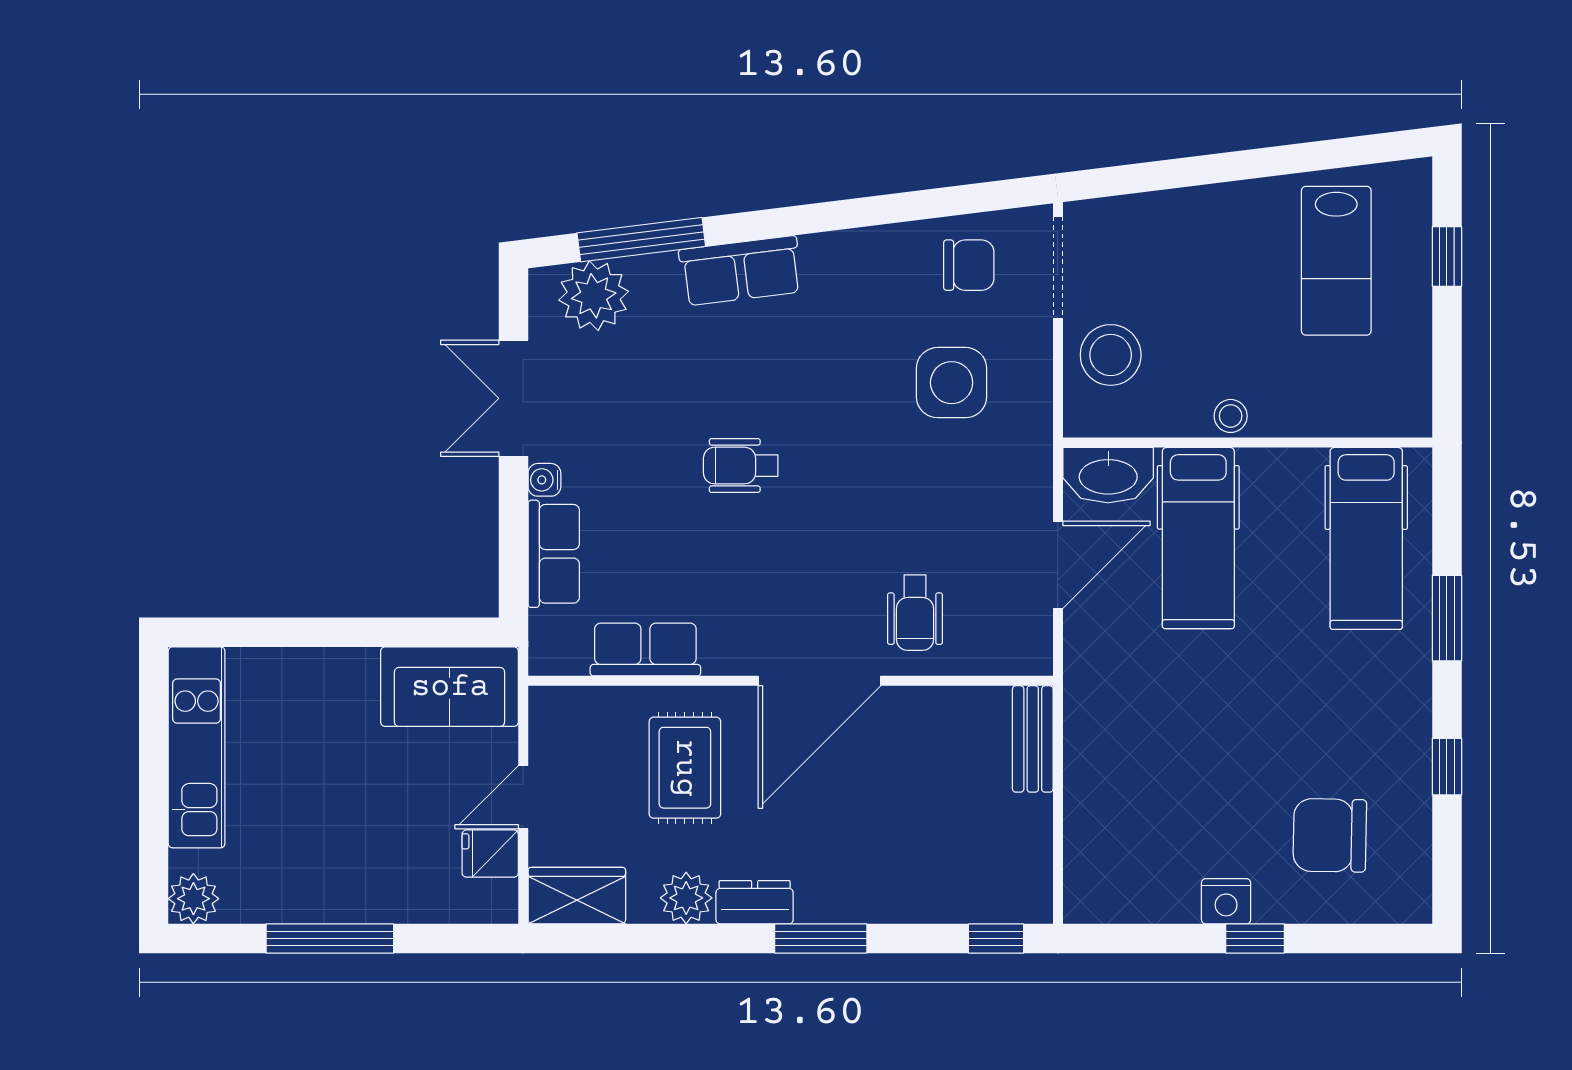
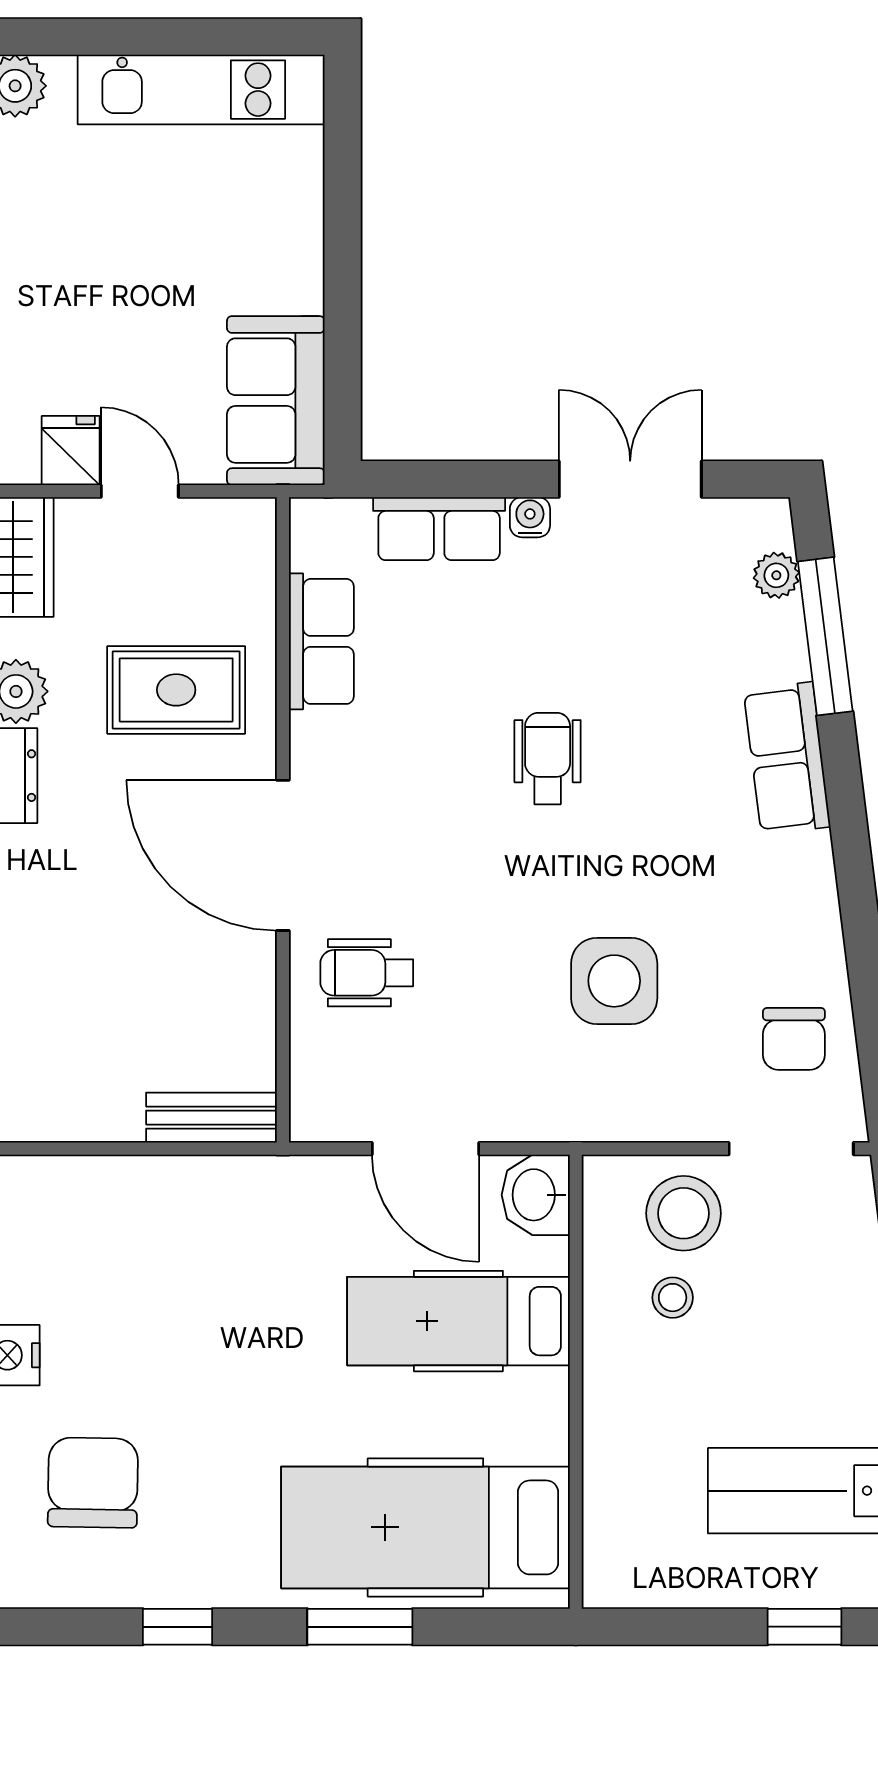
plant: (594, 296) -> (776, 575), width x0.53, depth x0.53
side table: (952, 383) -> (614, 981), moved
stool: (1231, 416) -> (673, 1298), moved
washbasin: (1108, 475) -> (536, 1195), width x0.72
hospital bed: (1366, 538) -> (425, 1527), width x1.37, depth x1.29

